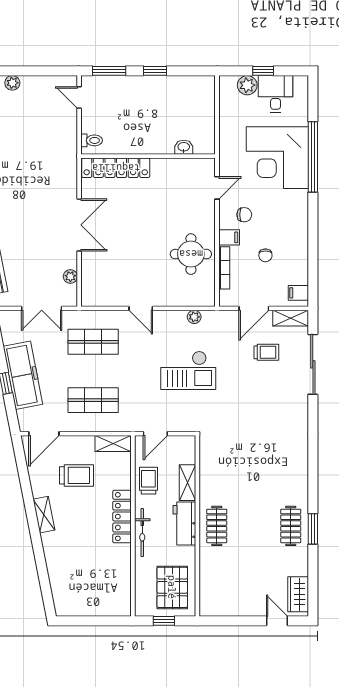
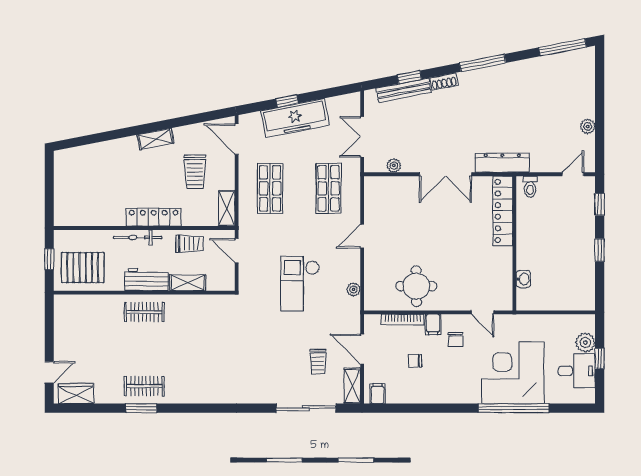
window: (109, 71) -> (600, 204), width x0.67
plant: (12, 83) -> (588, 126), moved
dresser: (68, 168) -> (502, 163), added

